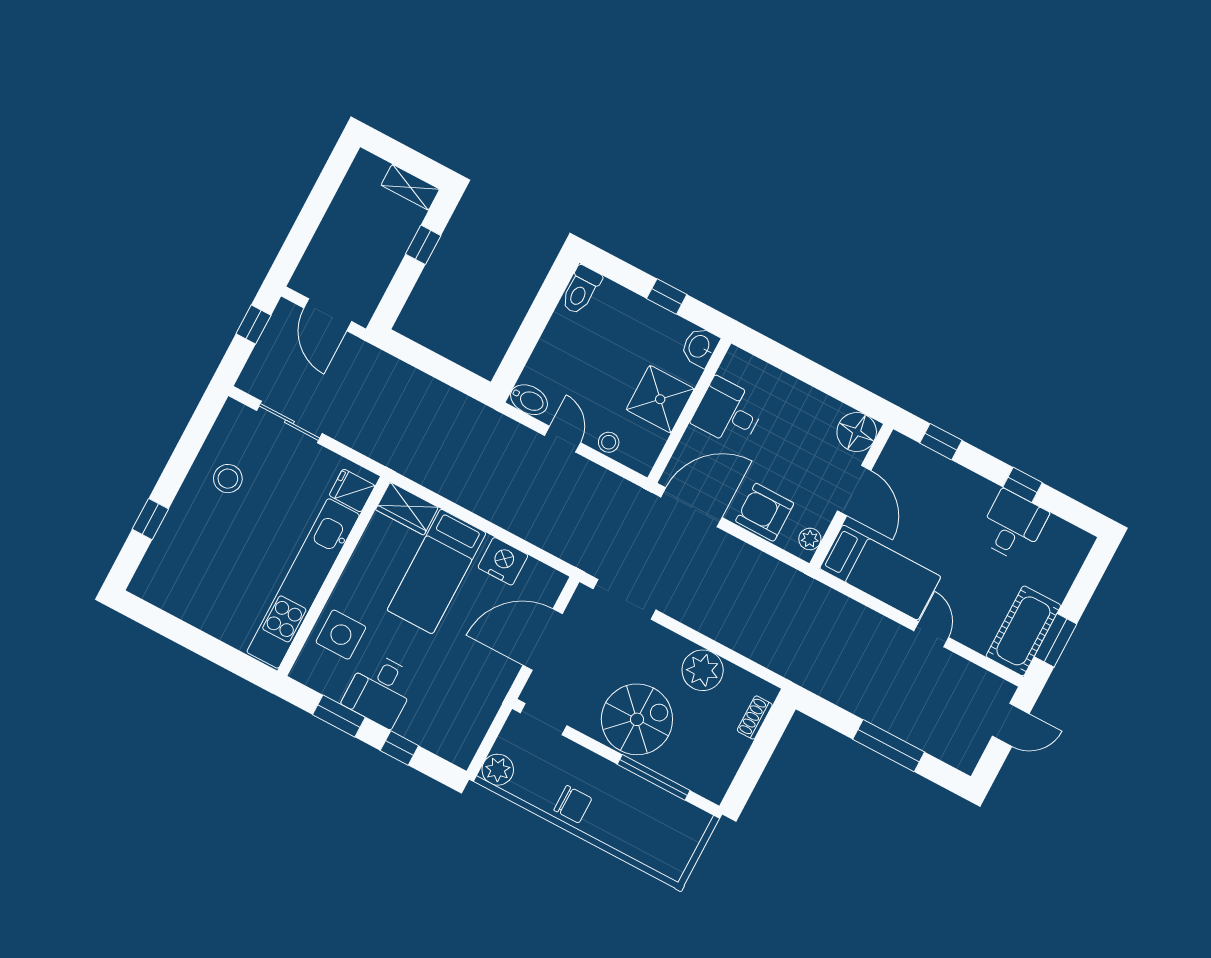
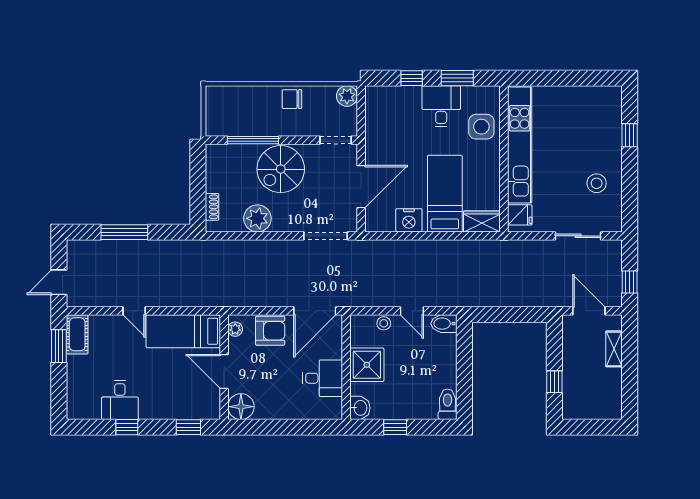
shelving: (410, 187) -> (614, 349), moved, turned 90
cot: (1023, 631) -> (77, 334), width x0.73, depth x0.75

